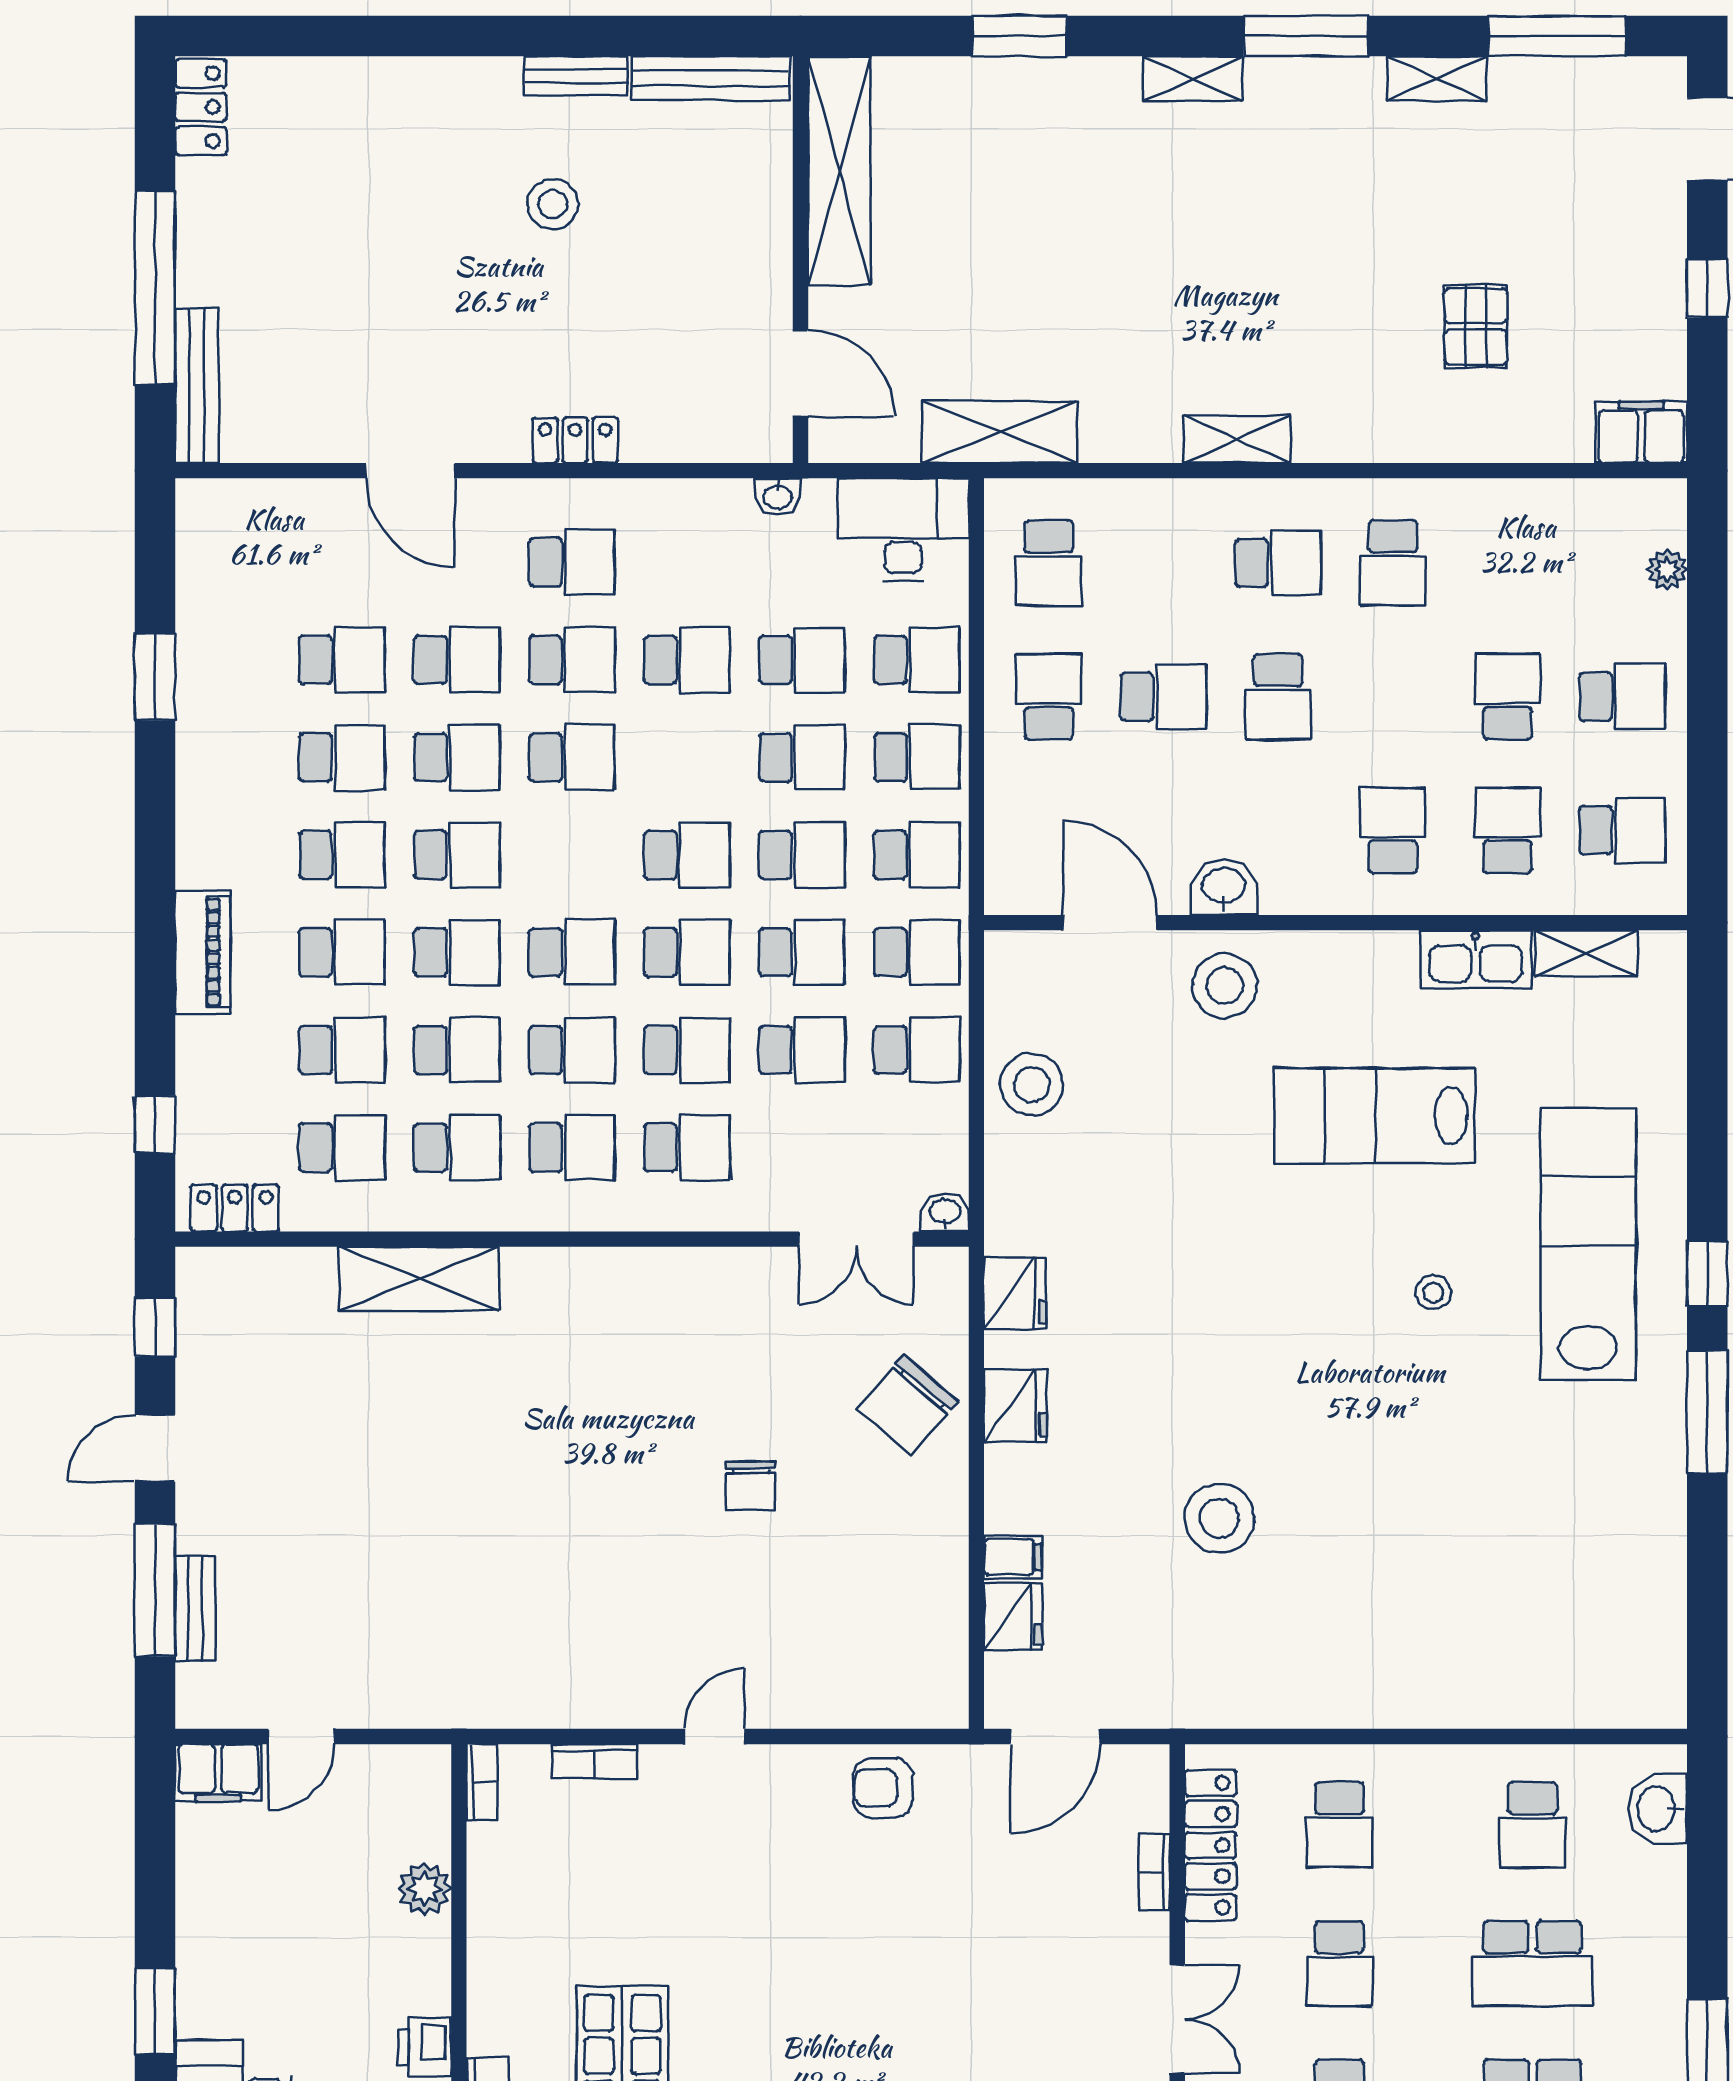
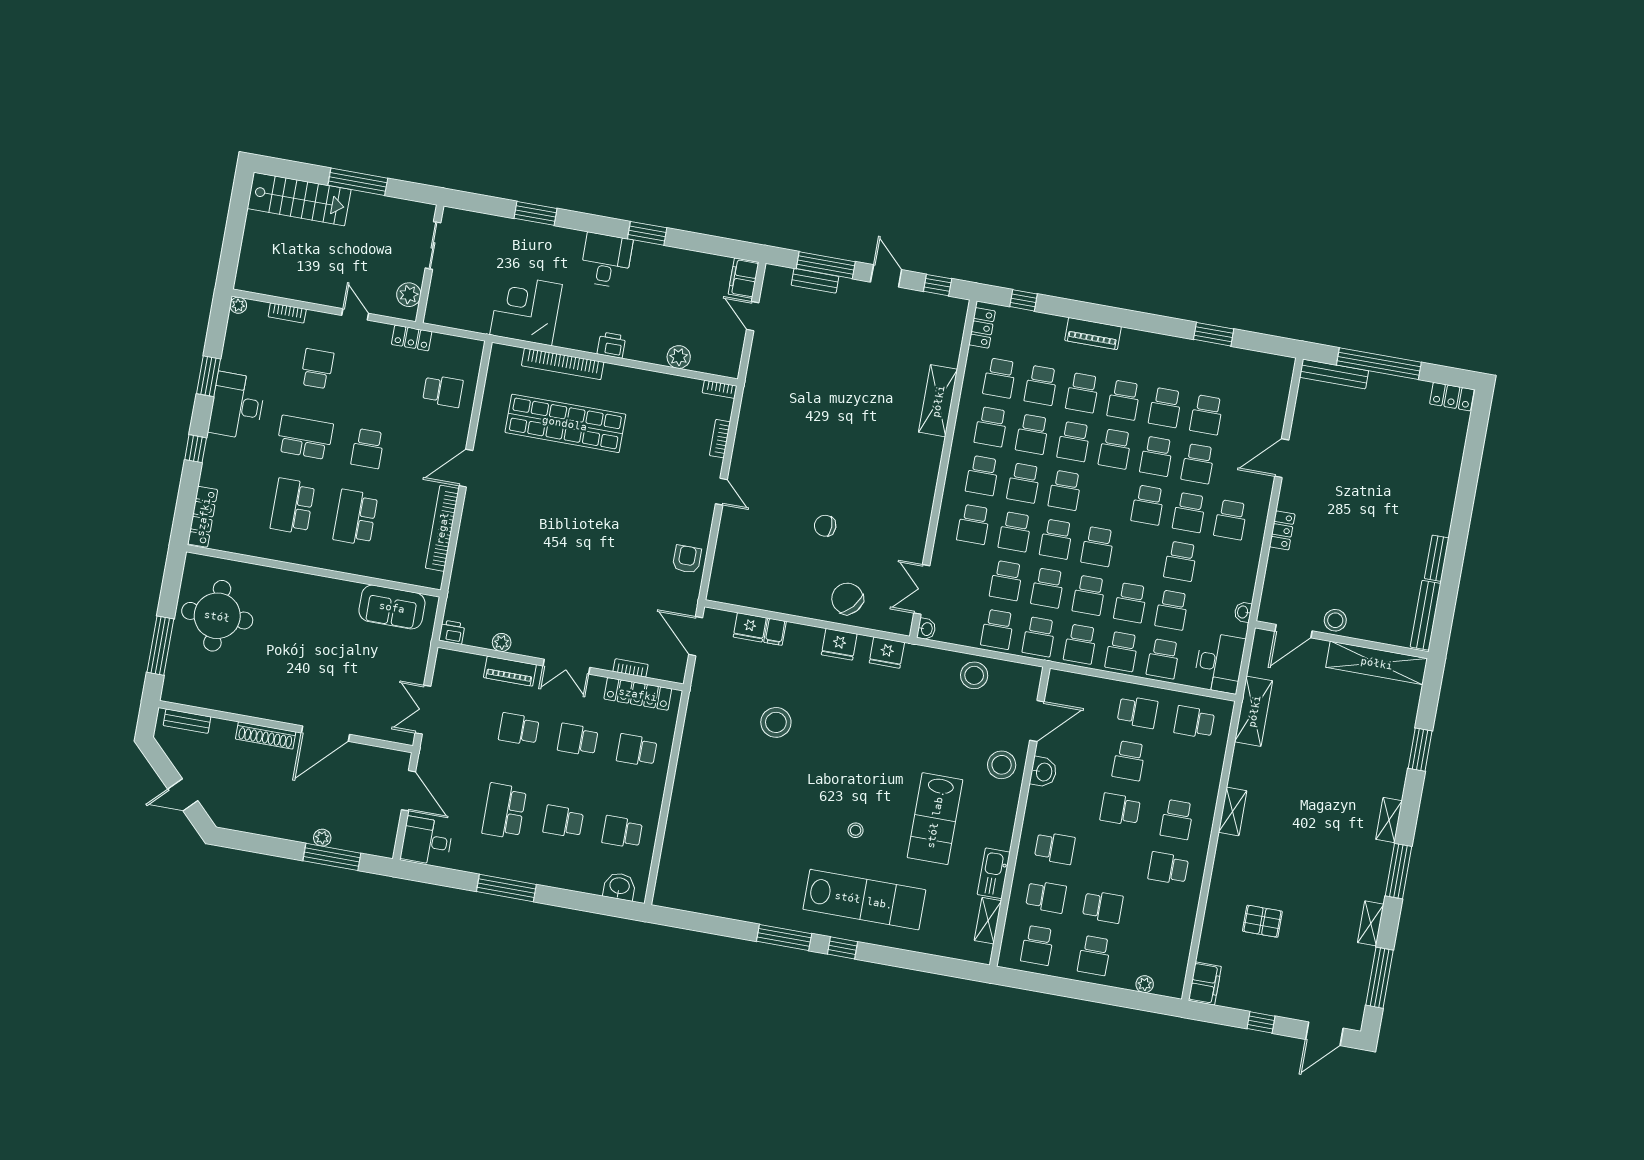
stool: (553, 204) -> (1335, 620), moved
lab bench: (1375, 1116) -> (935, 819), turned 180
school desk: (1532, 1963) -> (563, 822), width x0.54

